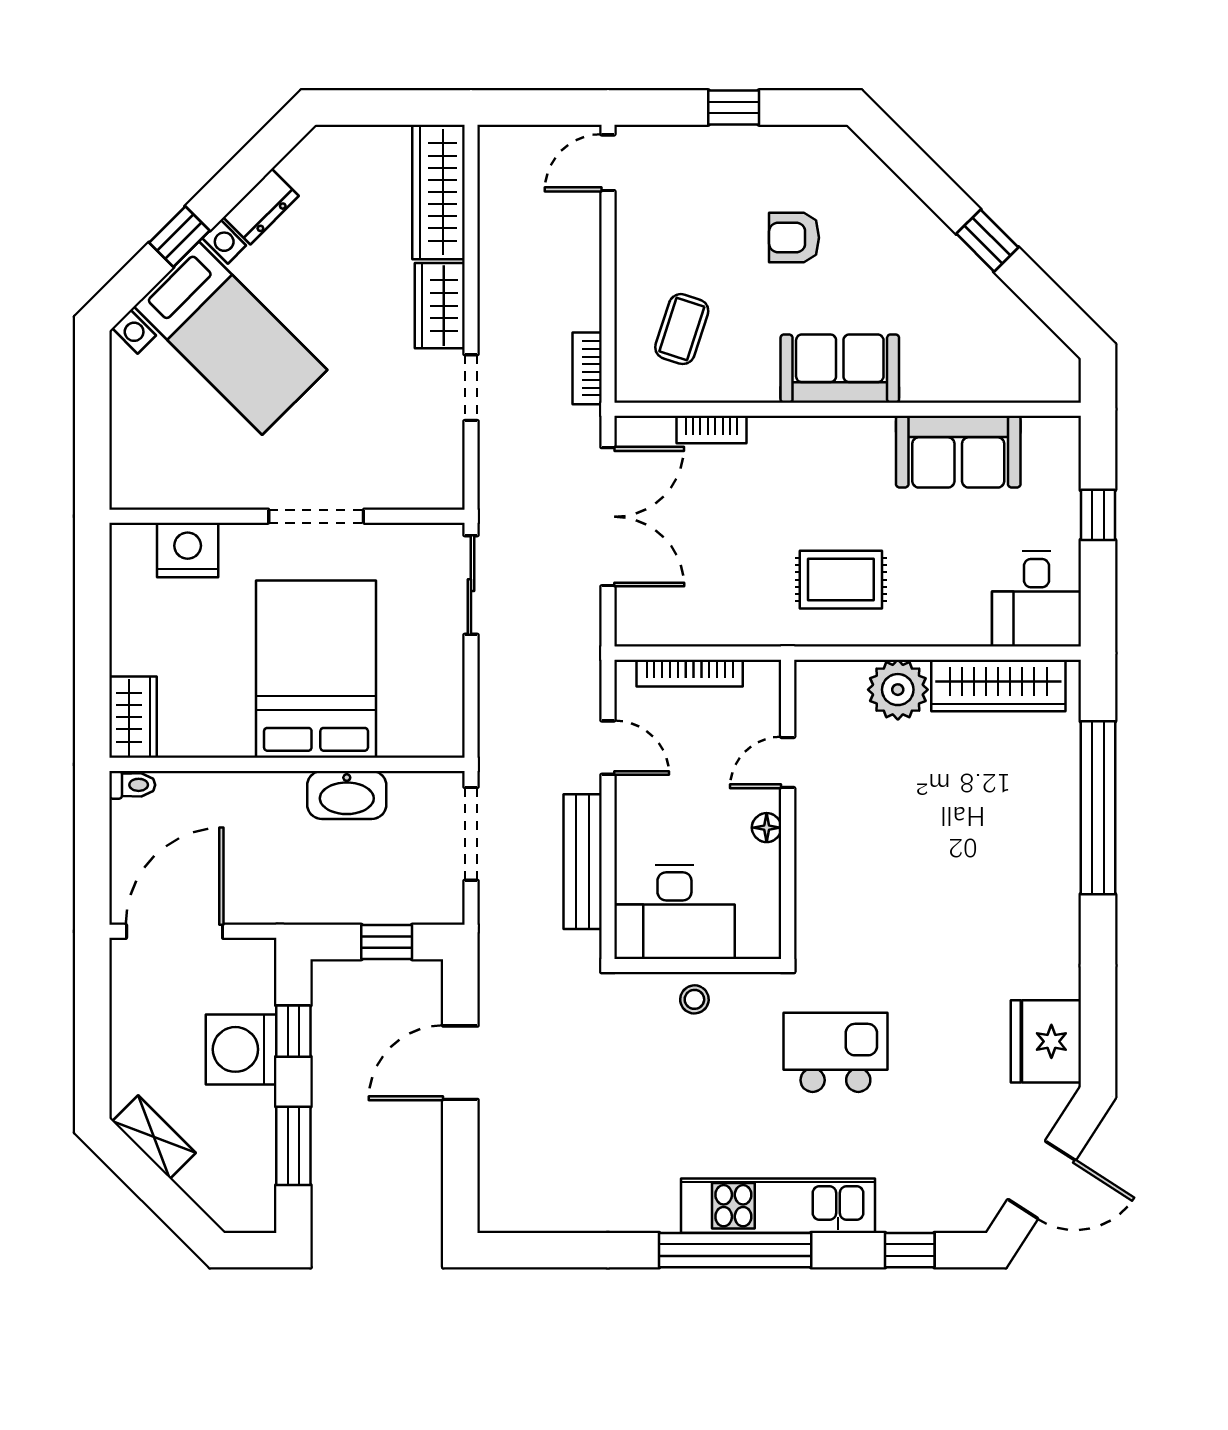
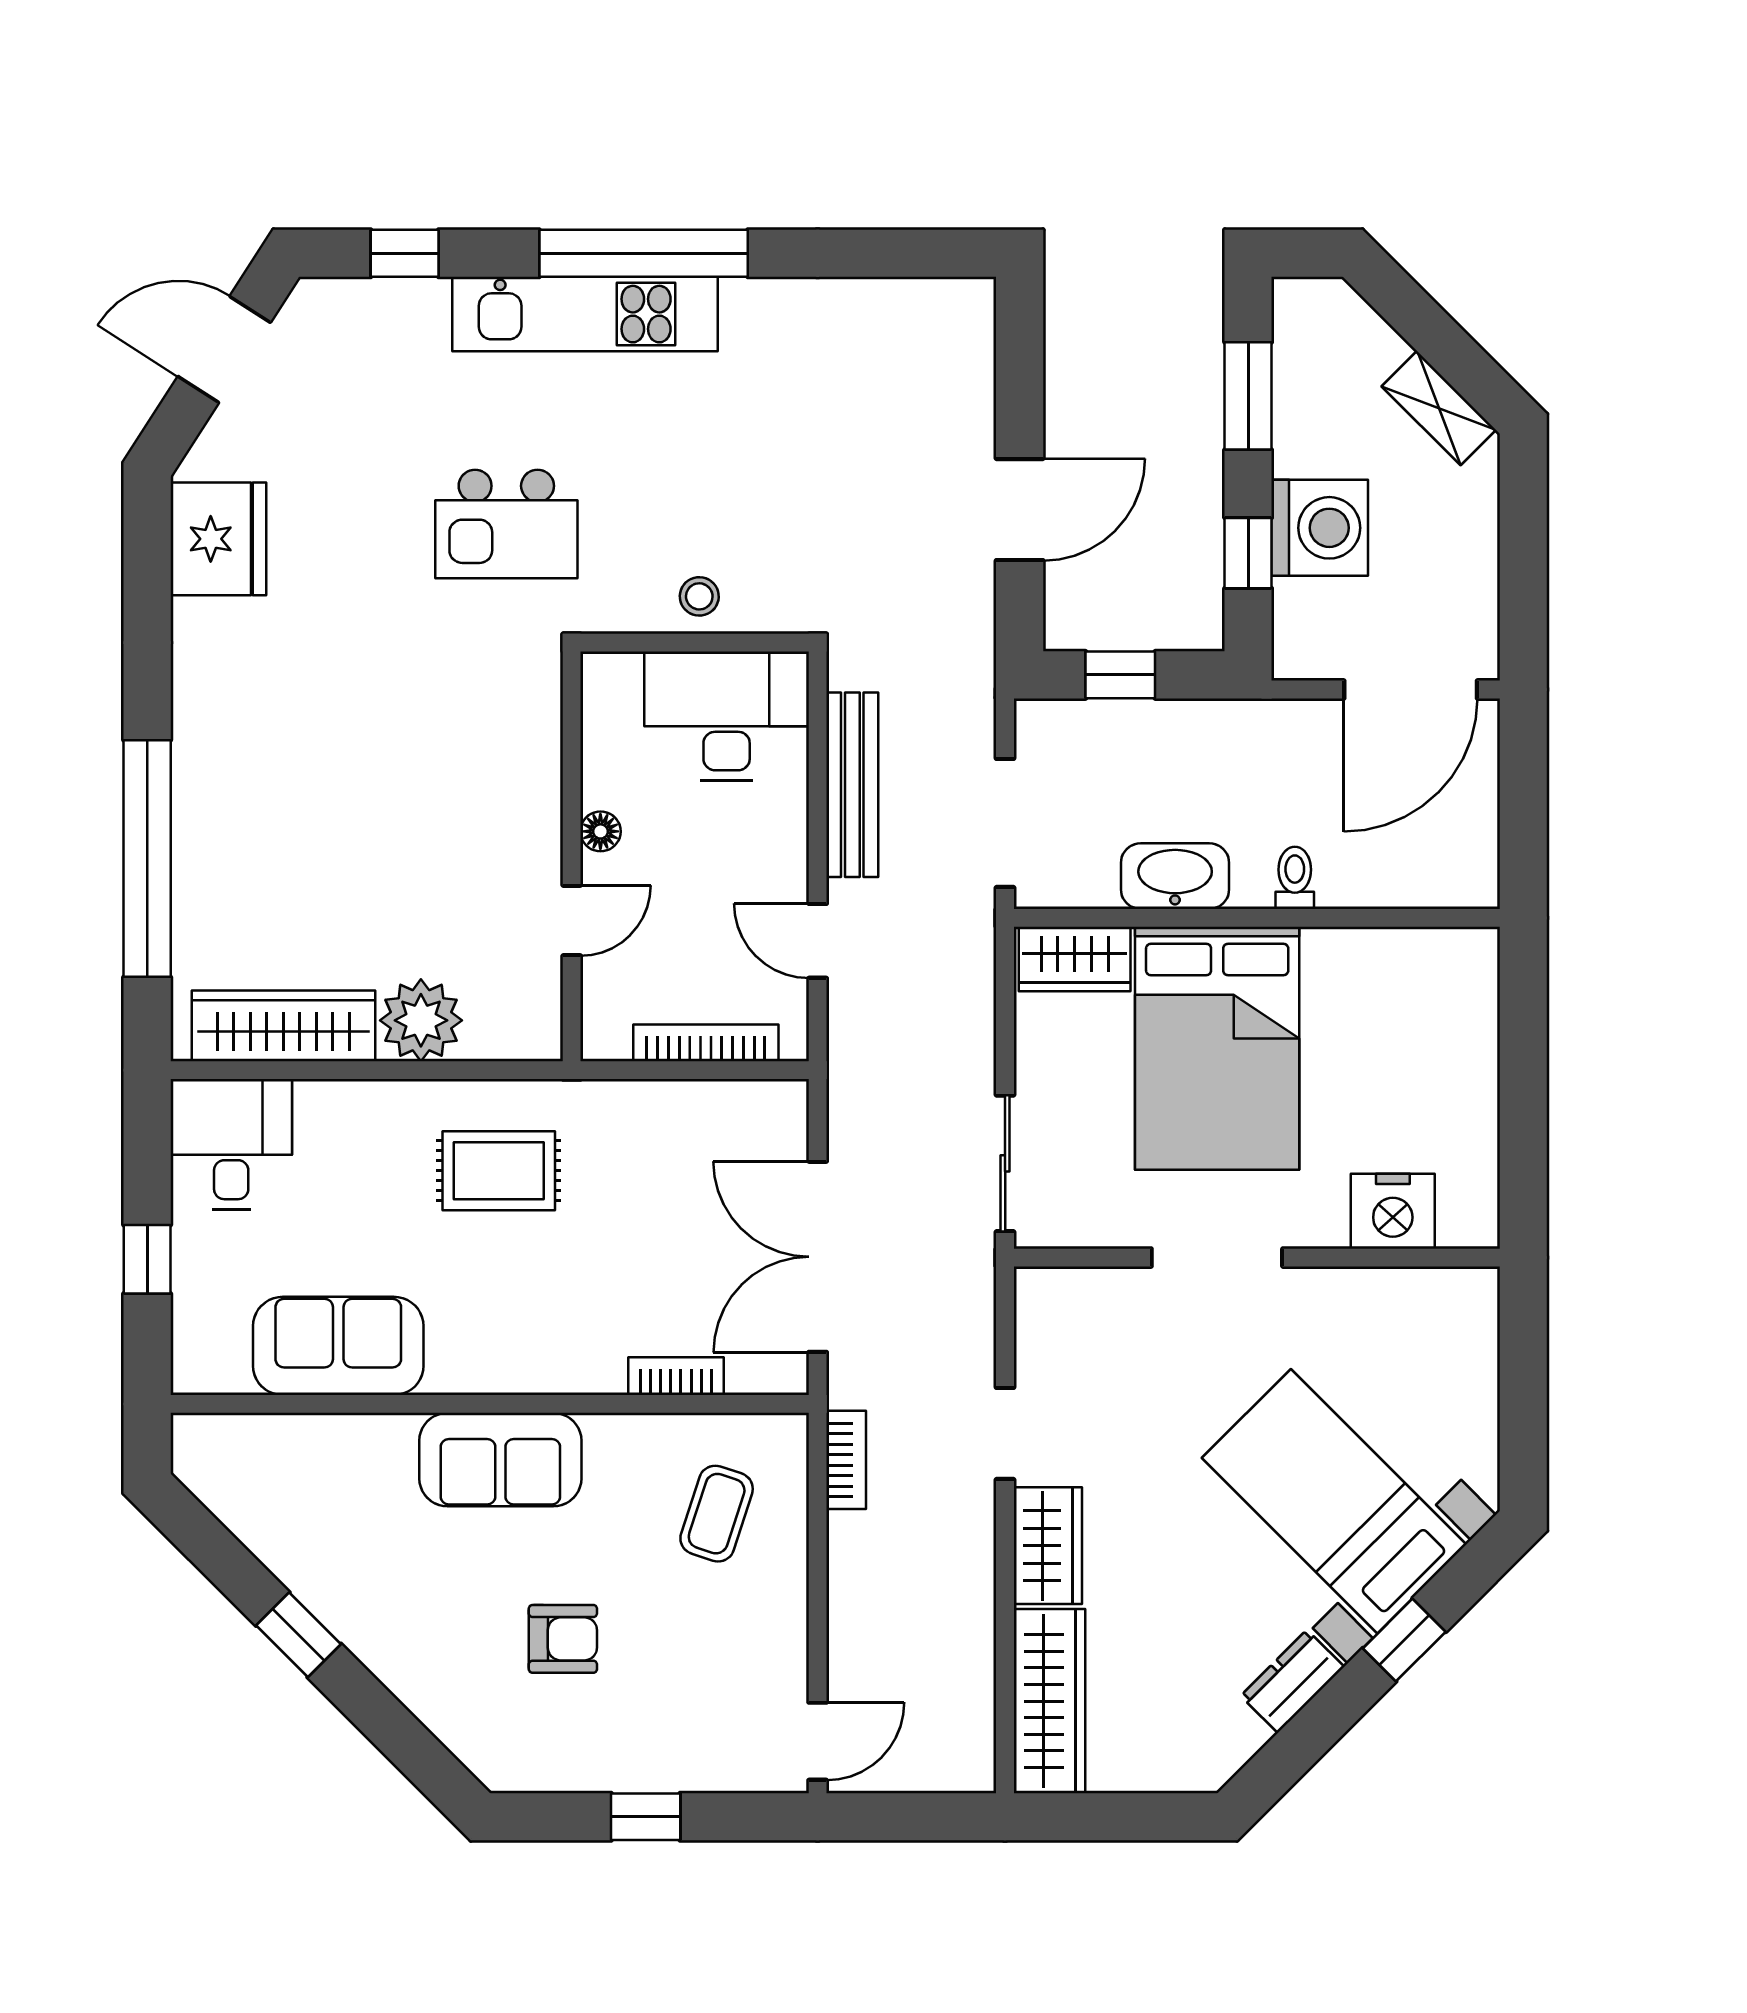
wardrobe: (133, 717) -> (1075, 959), moved, turned -90
toilet: (132, 785) -> (1295, 878), moved, turned 90

